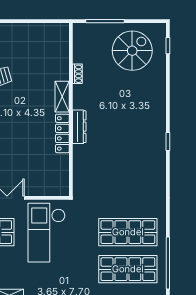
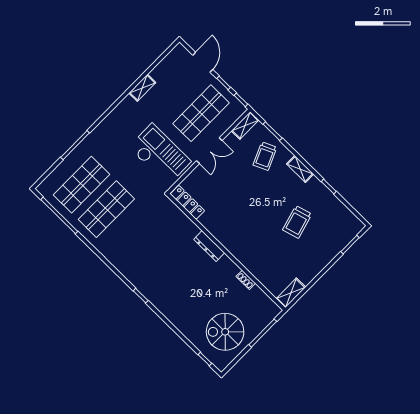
spiral stairs: (132, 51) -> (225, 332), turned 90
shelving: (62, 97) -> (291, 293), moved, turned 90
locker: (62, 133) -> (187, 202), moved

